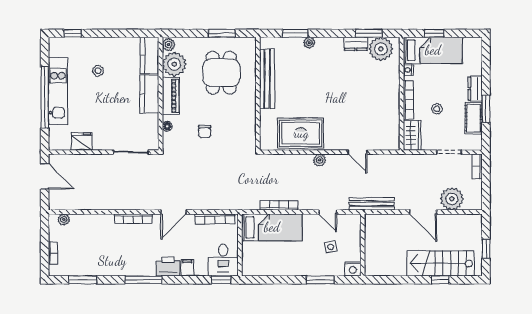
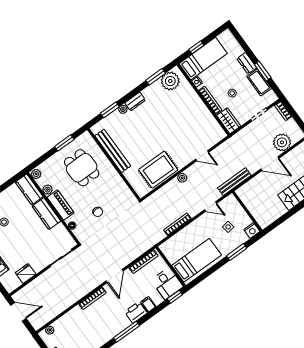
dresser: (356, 44) -> (135, 102), moved
plant: (174, 64) -> (47, 190), width x0.53, depth x0.53
bed: (272, 227) -> (197, 260), moved

